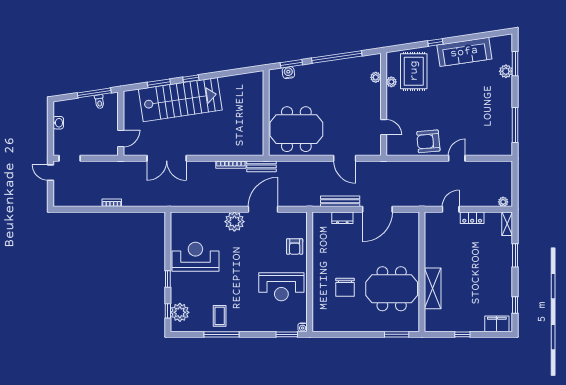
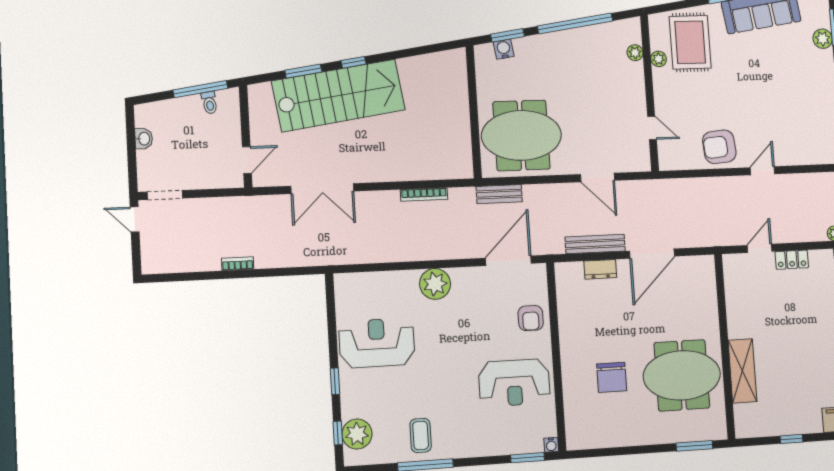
bench: (261, 166) -> (499, 194), moved
door: (263, 209) -> (508, 261), moved

